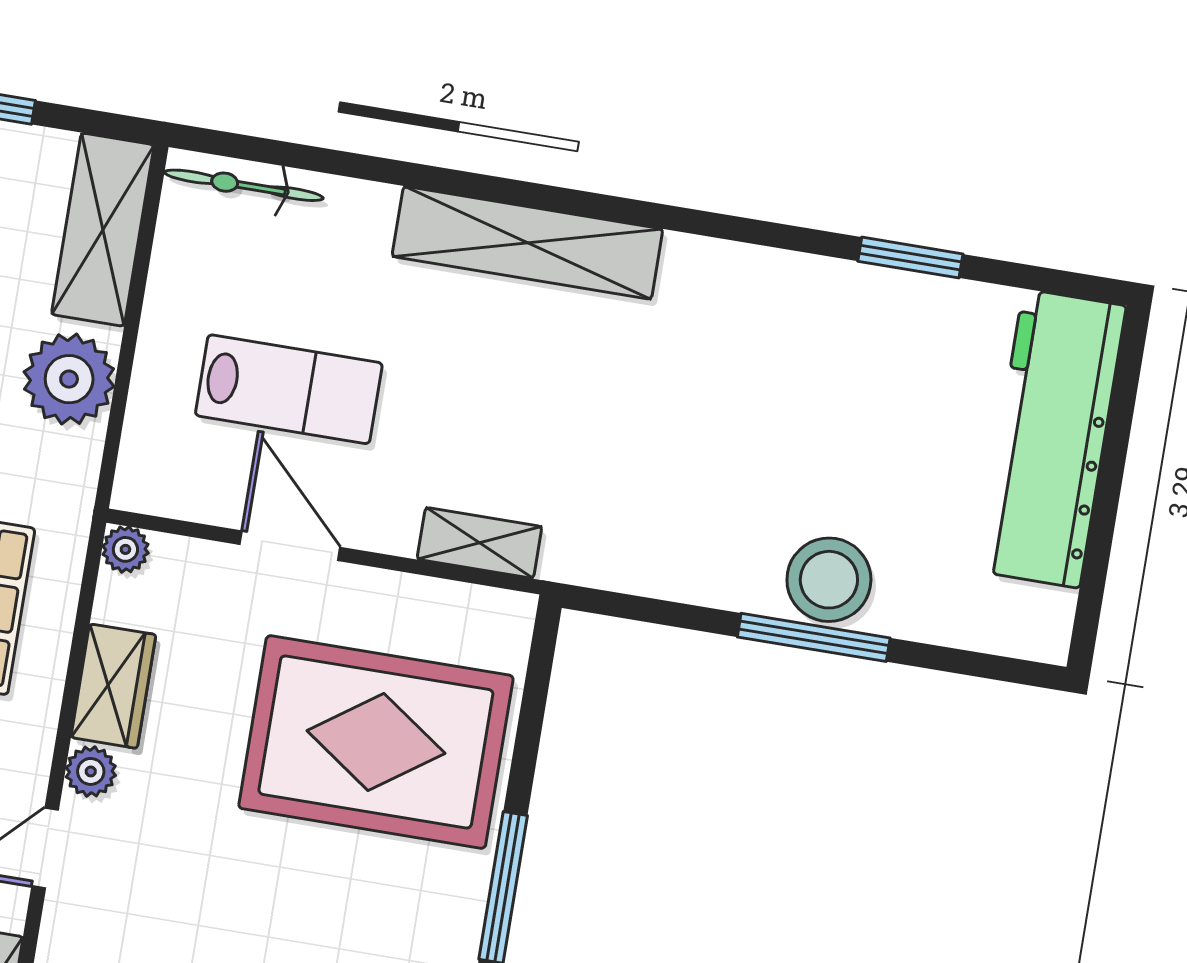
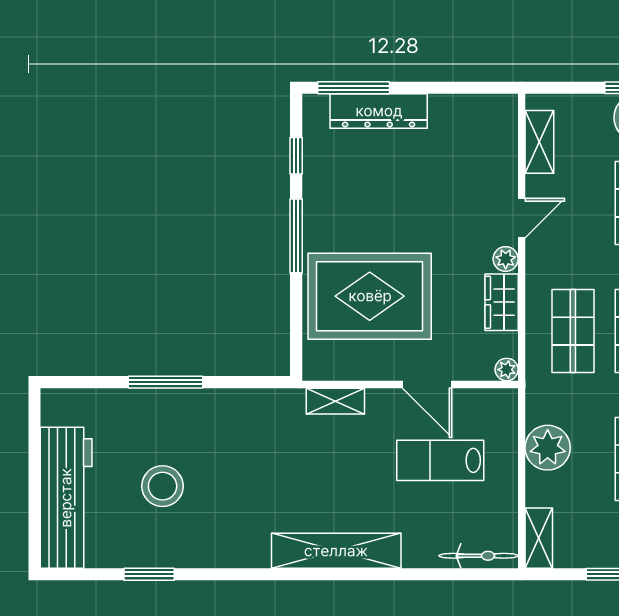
shelving: (103, 230) -> (539, 538), width x0.67, depth x0.75
stool: (829, 580) -> (163, 486), moved

